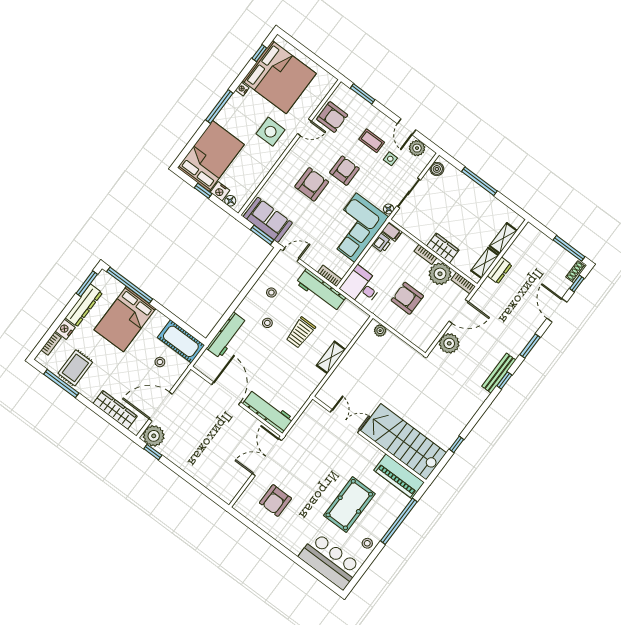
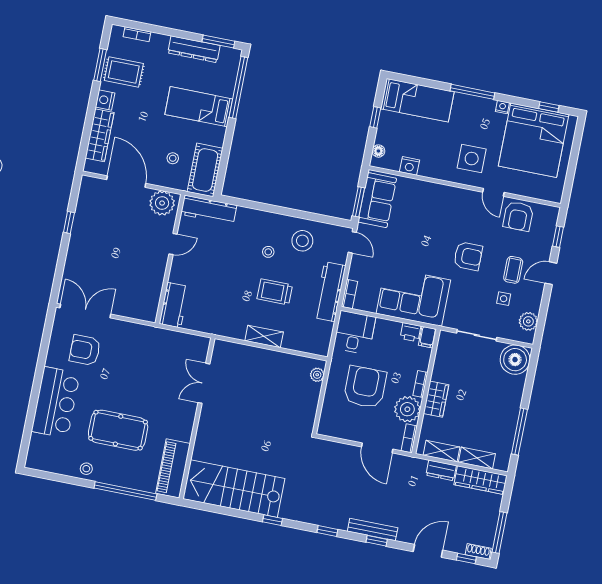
window: (363, 94) -> (558, 237), width x0.67
door: (407, 127) -> (551, 273), moved
bed: (211, 156) -> (417, 100), width x0.67
boiler: (437, 169) -> (515, 360), width x1.86, depth x1.86
window: (479, 181) -> (519, 432), moved
armchair: (312, 184) -> (437, 229), removed
nightstand: (220, 191) -> (410, 166), moved, turned -90
floor lamp: (389, 209) -> (450, 322), removed
wardrobe: (522, 244) -> (481, 480), added
stool: (271, 293) -> (302, 241), width x1.89, depth x1.89
armchair: (407, 298) -> (365, 387), width x1.36, depth x1.36
bed: (125, 319) -> (199, 107), width x0.67
nightstand: (65, 329) -> (105, 100), moved, turned -90
workbench: (227, 335) -> (209, 210), moved
plant: (449, 343) -> (339, 454), removed
window: (530, 346) -> (377, 541), width x0.67
bench: (499, 373) -> (373, 530), moved
window: (61, 384) -> (100, 65), width x0.69
door: (226, 393) -> (173, 244), width x0.53
workbench: (268, 411) -> (174, 305), width x0.73
double door: (345, 421) -> (204, 383), swing flipped
plant: (154, 436) -> (162, 203), moved
stairs: (404, 442) -> (234, 489), moved, turned -90
window: (457, 444) -> (272, 520), moved
window: (153, 452) -> (69, 222), moved
double door: (267, 457) -> (85, 311), moved
bar counter: (330, 561) -> (56, 402), moved

